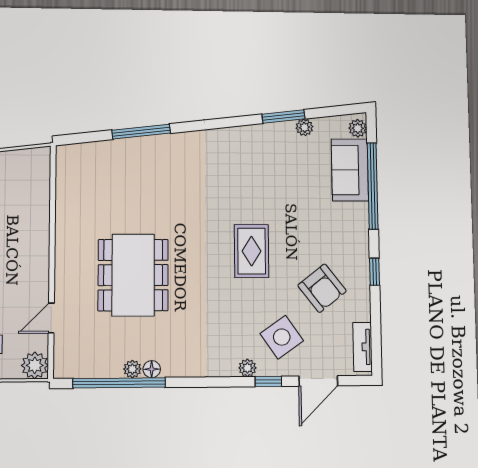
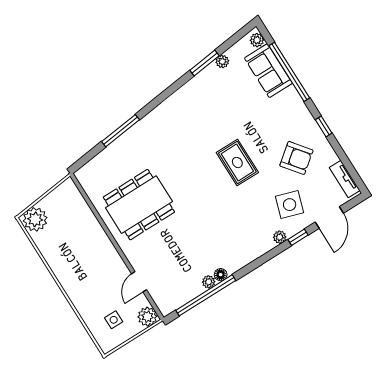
dining table: (133, 275) -> (139, 205), moved, turned 90
side table: (282, 337) -> (290, 205), turned -37

